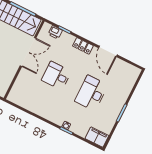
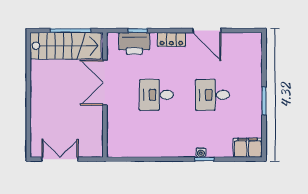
printer: (55, 32) -> (134, 43), width x1.87, depth x1.48
double door: (28, 52) -> (105, 83), swing flipped
desk: (91, 93) -> (212, 95), width x0.73

